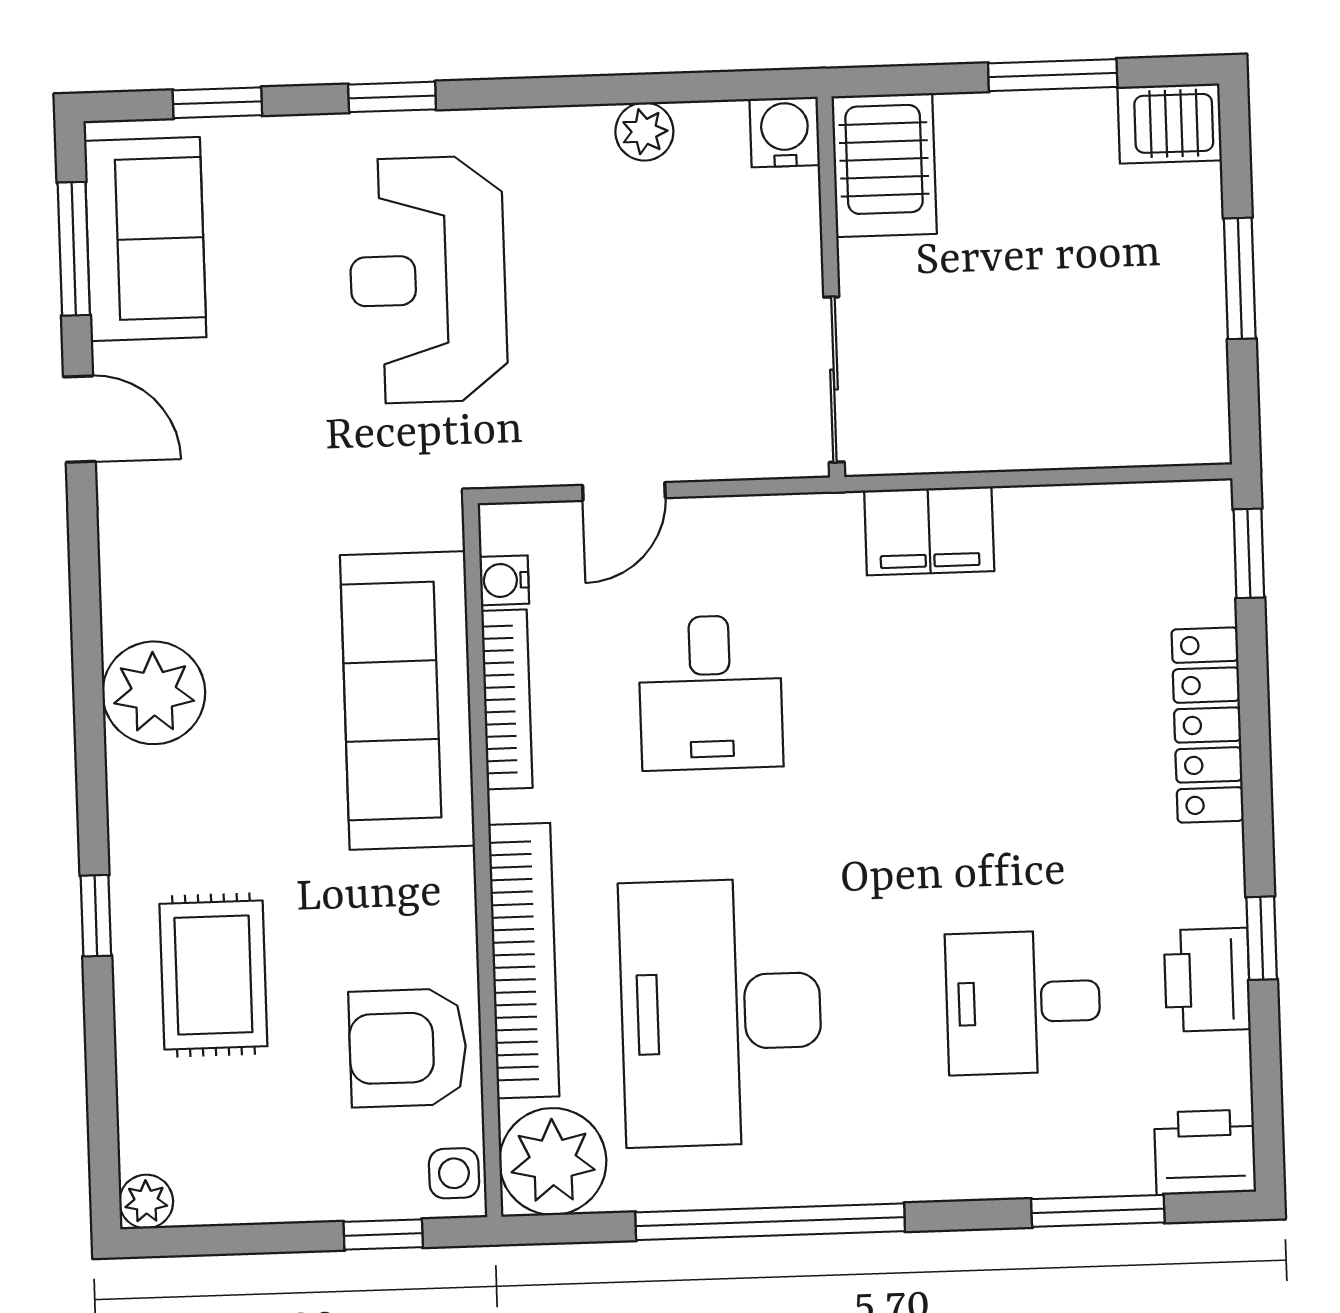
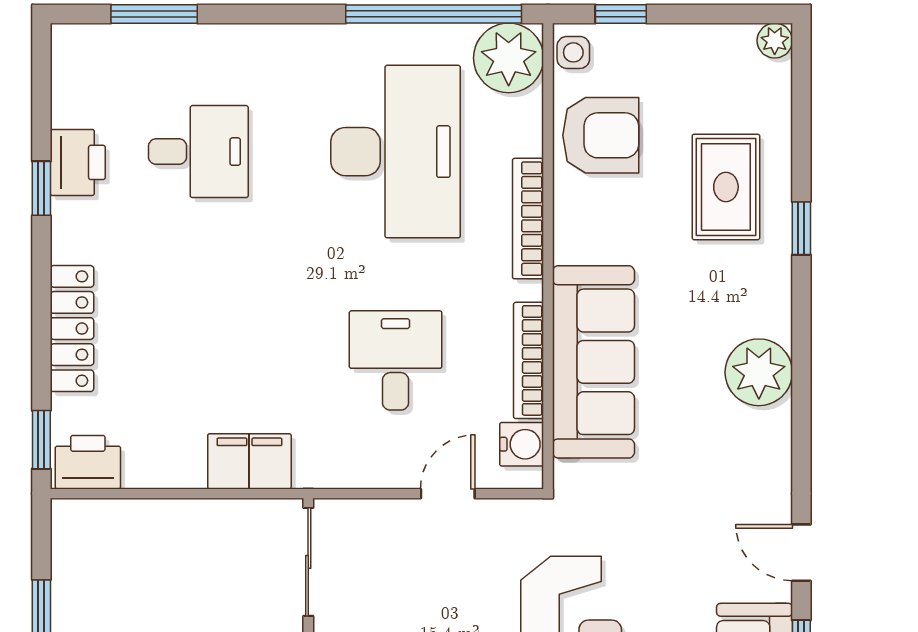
water cooler: (504, 580) -> (522, 444), width x1.38, depth x1.38
bookcase: (524, 961) -> (528, 219), width x0.68, depth x0.76
printer: (1205, 1152) -> (88, 462), moved, turned 180
window: (770, 1222) -> (434, 14), moved

